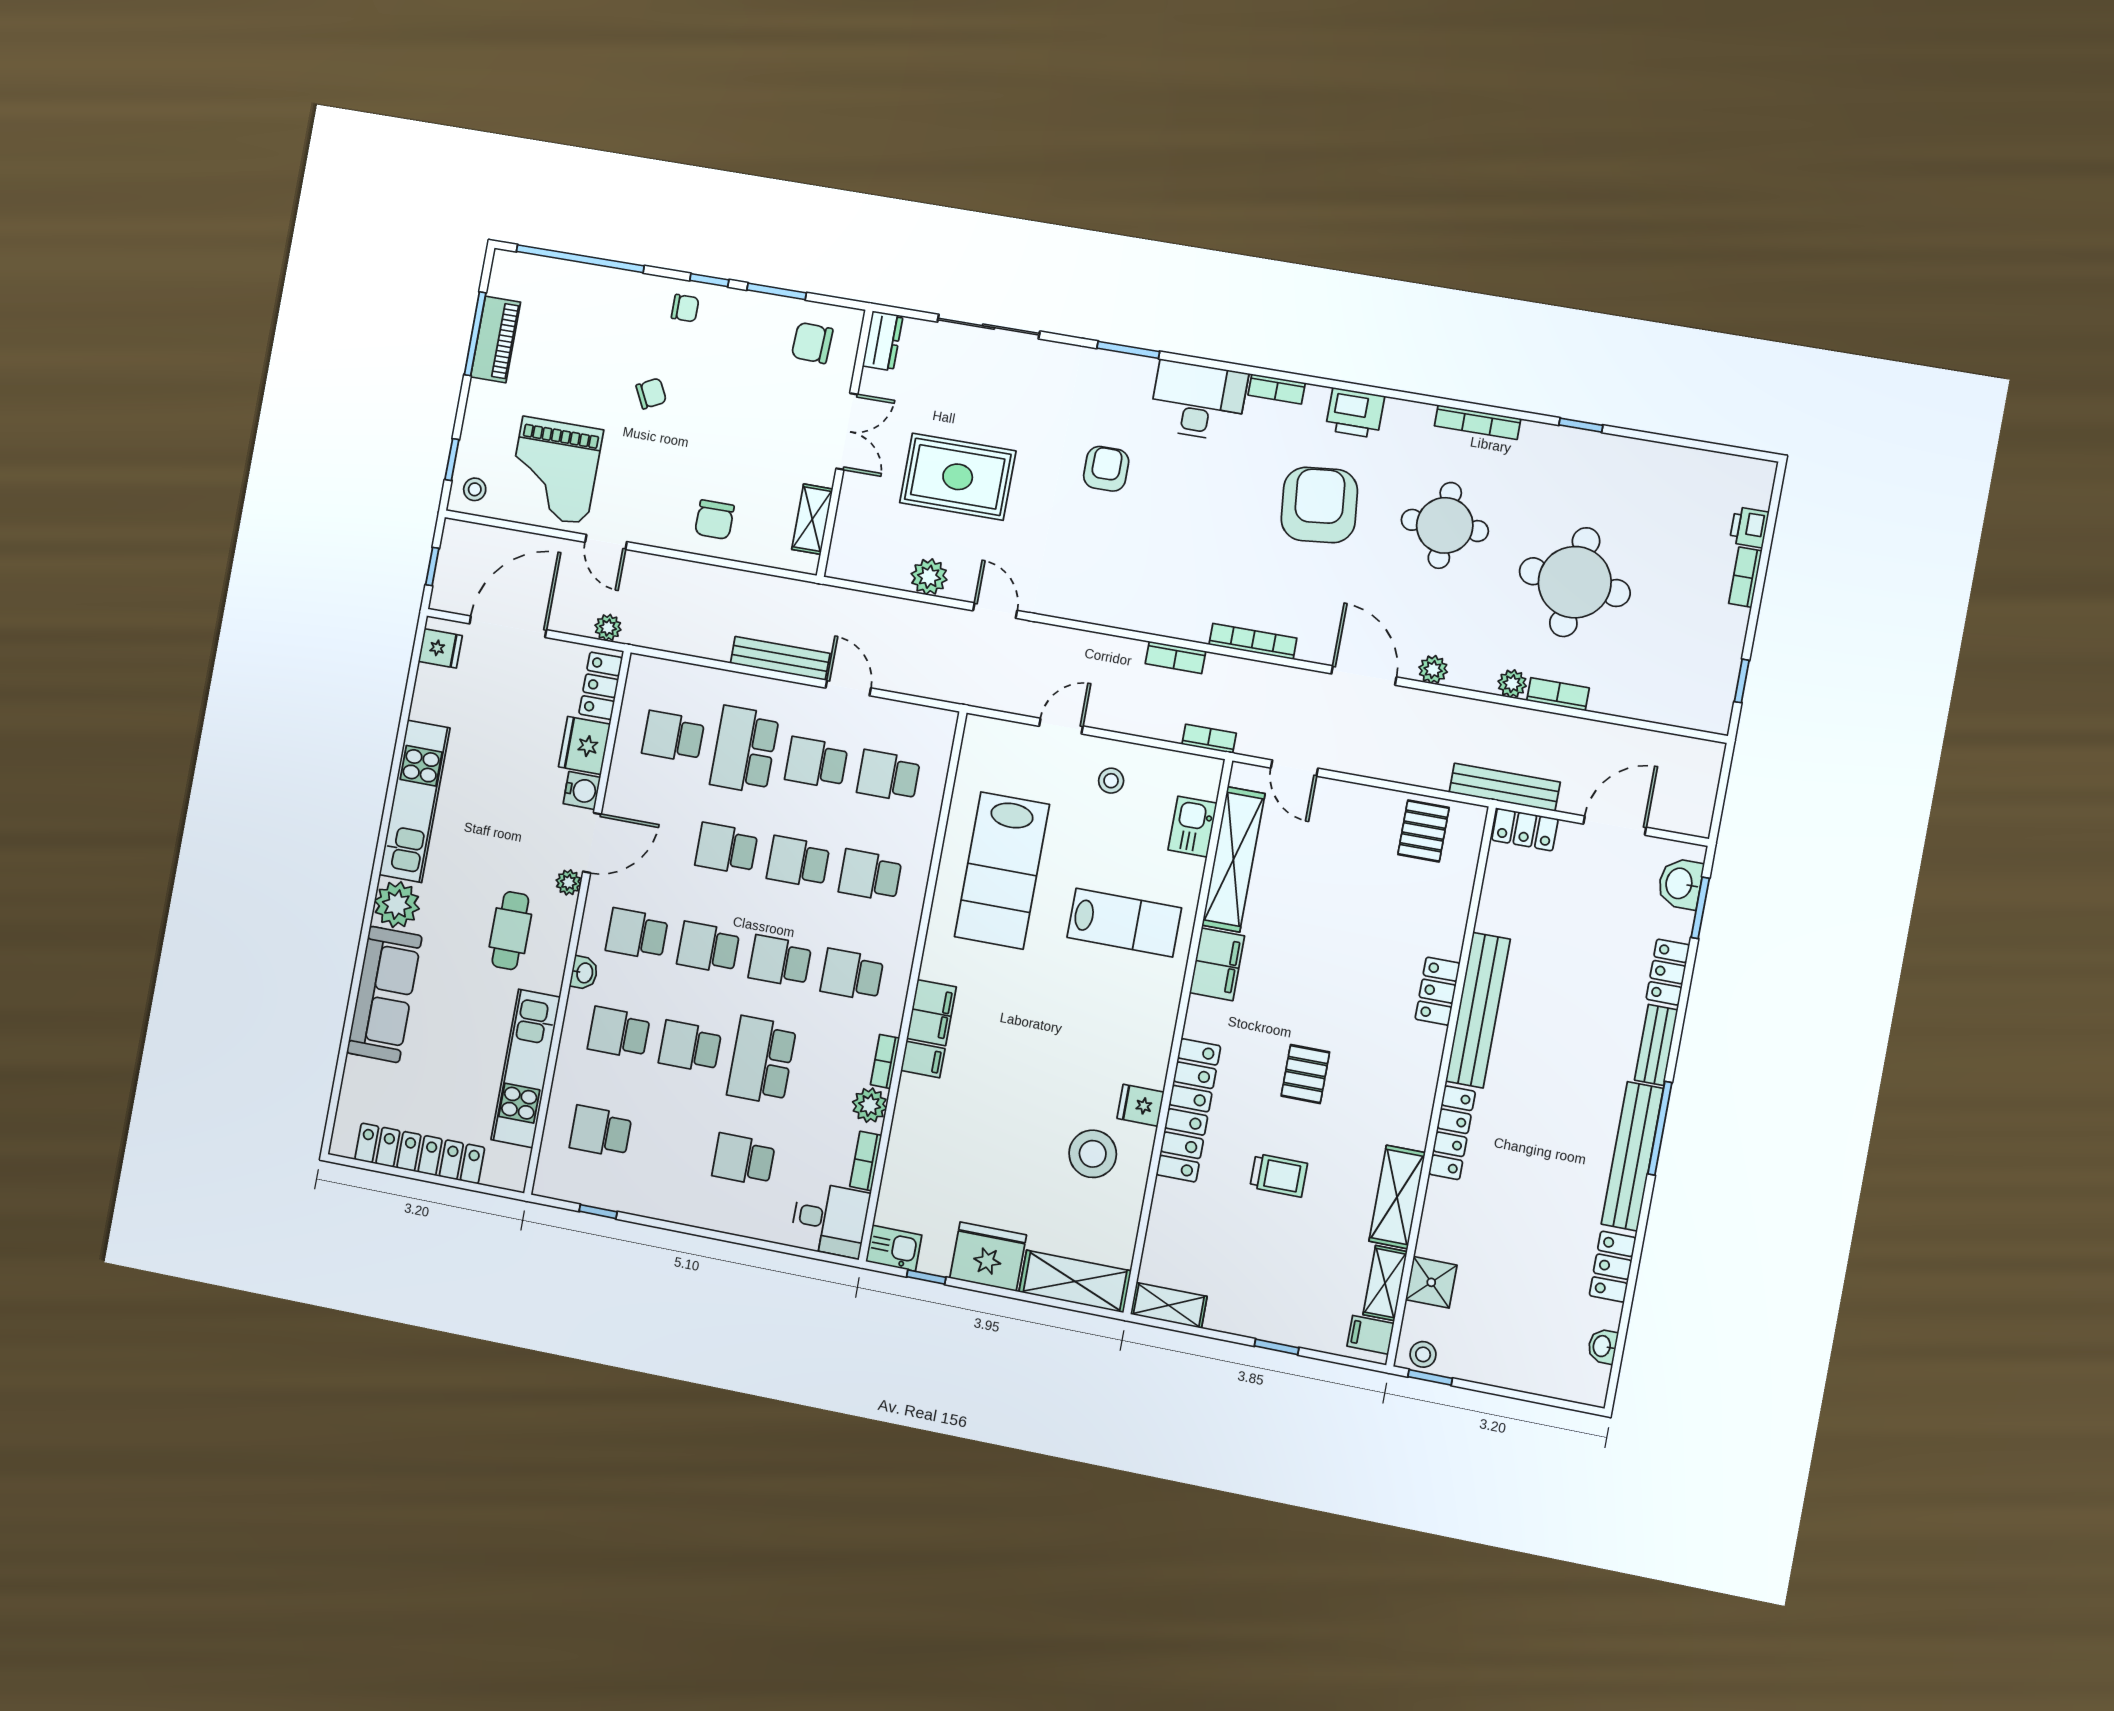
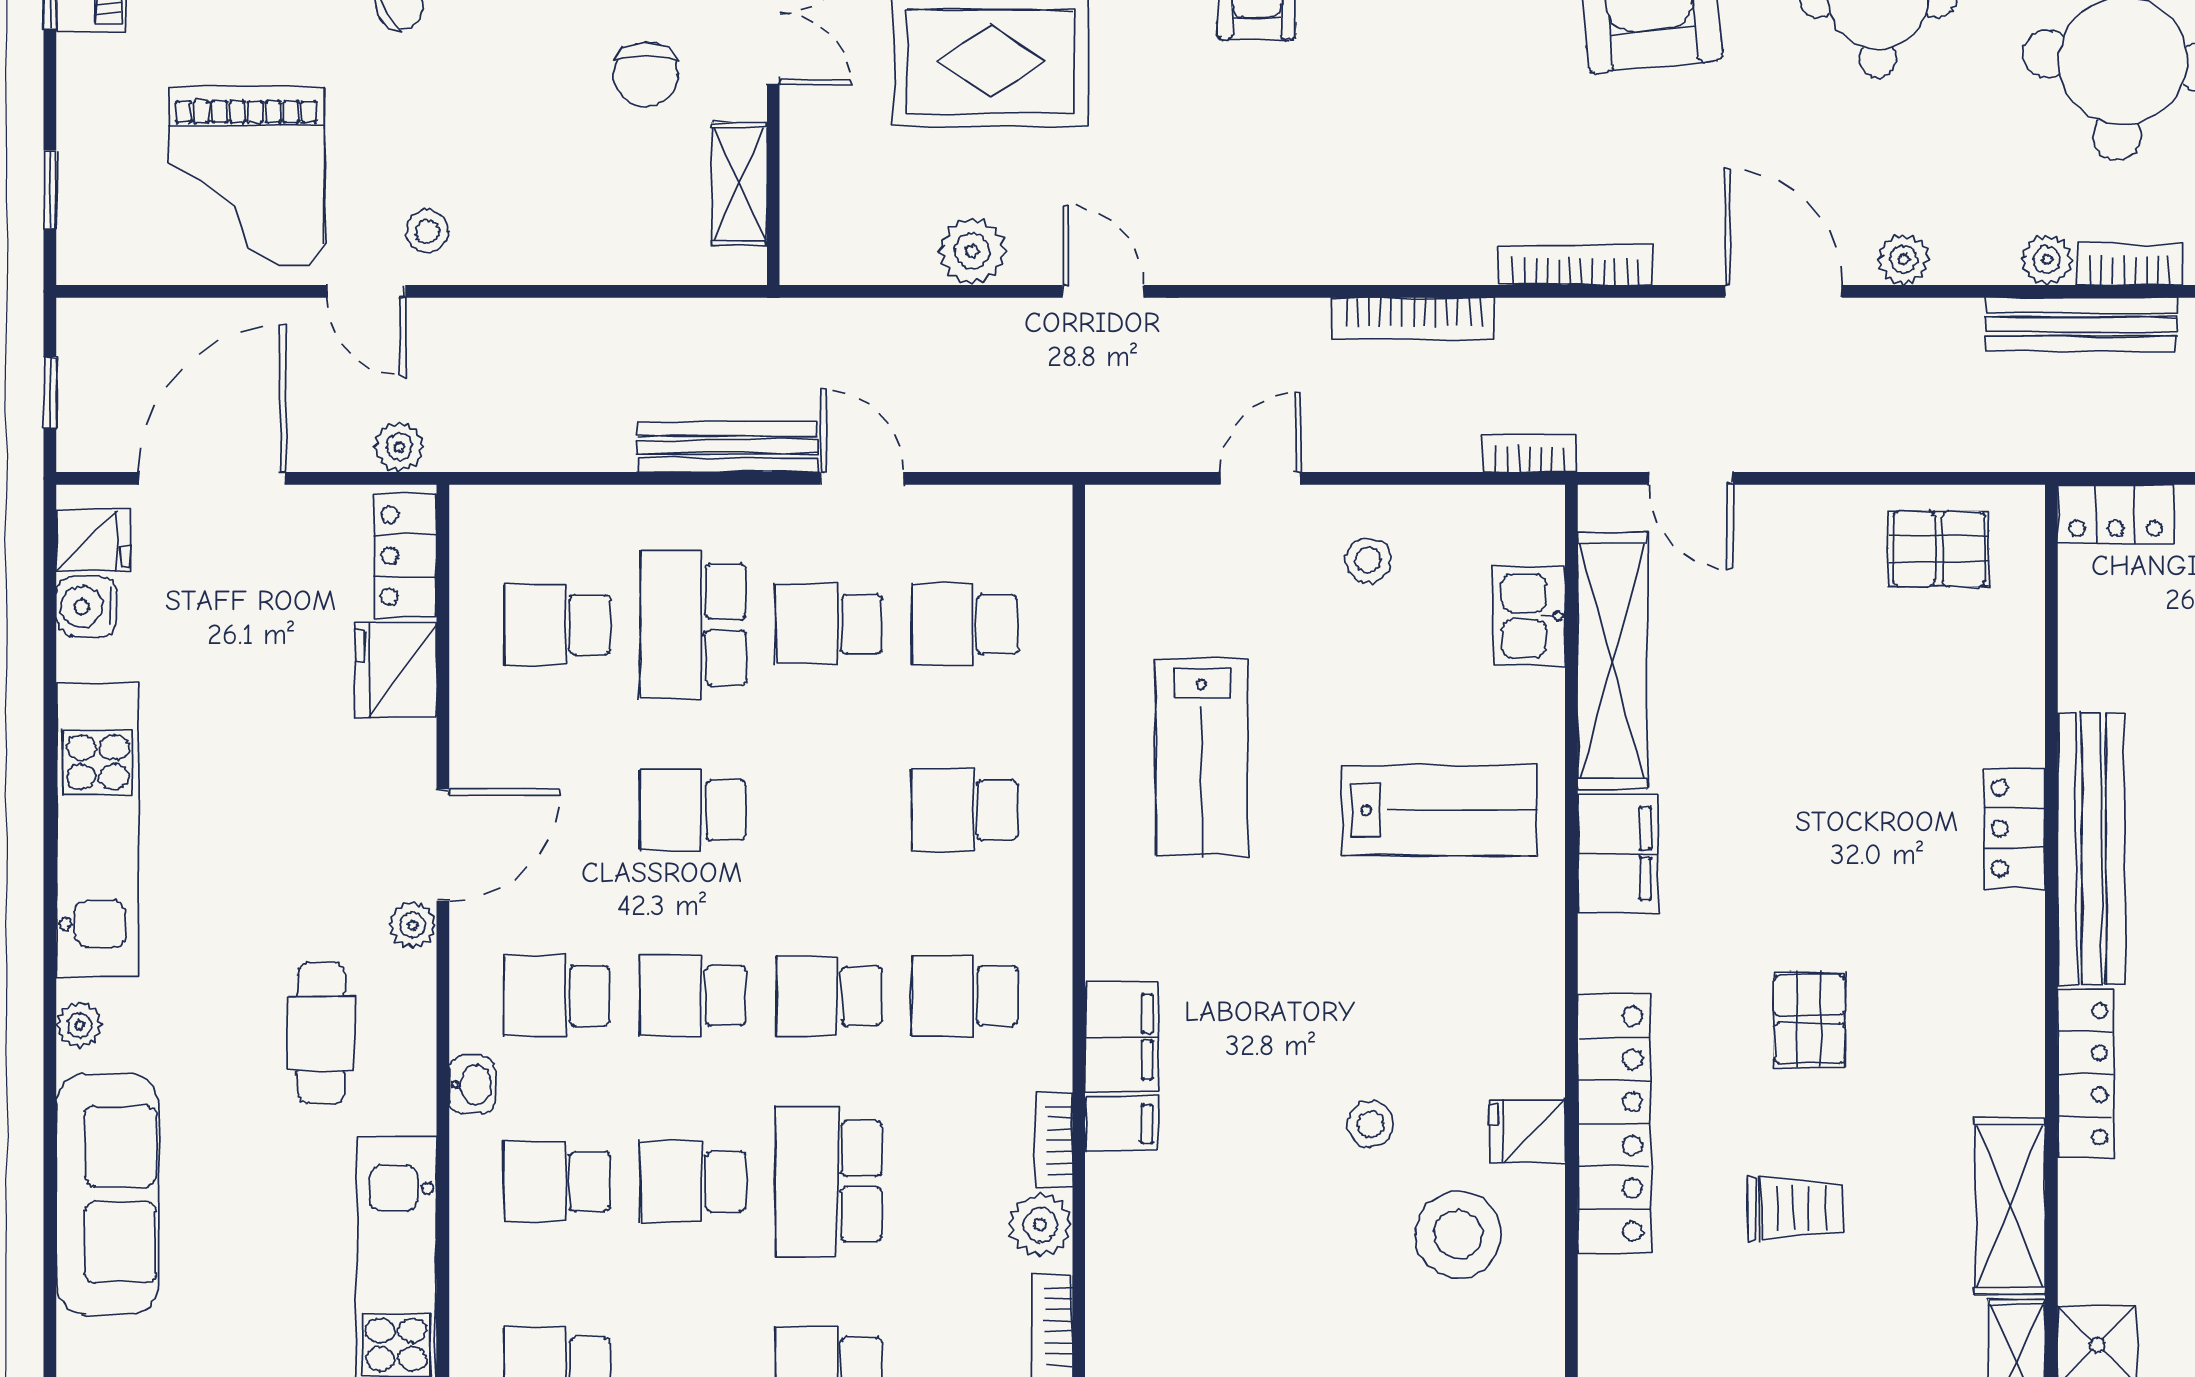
stool: (475, 489) -> (427, 231), moved
chair: (714, 520) -> (646, 74), moved
bookcase: (1175, 657) -> (1414, 318), width x1.56
bench: (1505, 787) -> (2081, 324), moved
water cooler: (582, 790) -> (87, 607), moved, turned 180
pallet: (1423, 831) -> (1939, 549), turned 90
school desk: (798, 862) -> (829, 810), removed
lab bench: (1002, 871) -> (1202, 757), width x0.73, depth x0.72
plant: (397, 905) -> (79, 1025), width x0.53, depth x0.53
stool: (1056, 1085) -> (1370, 1124), added

